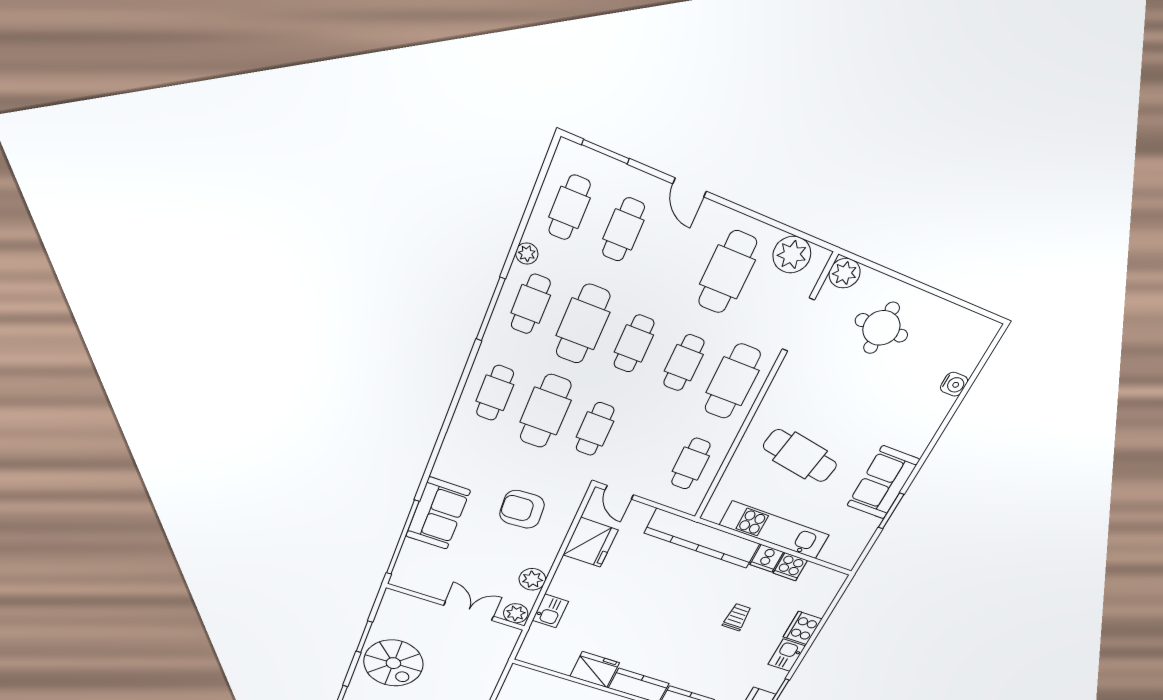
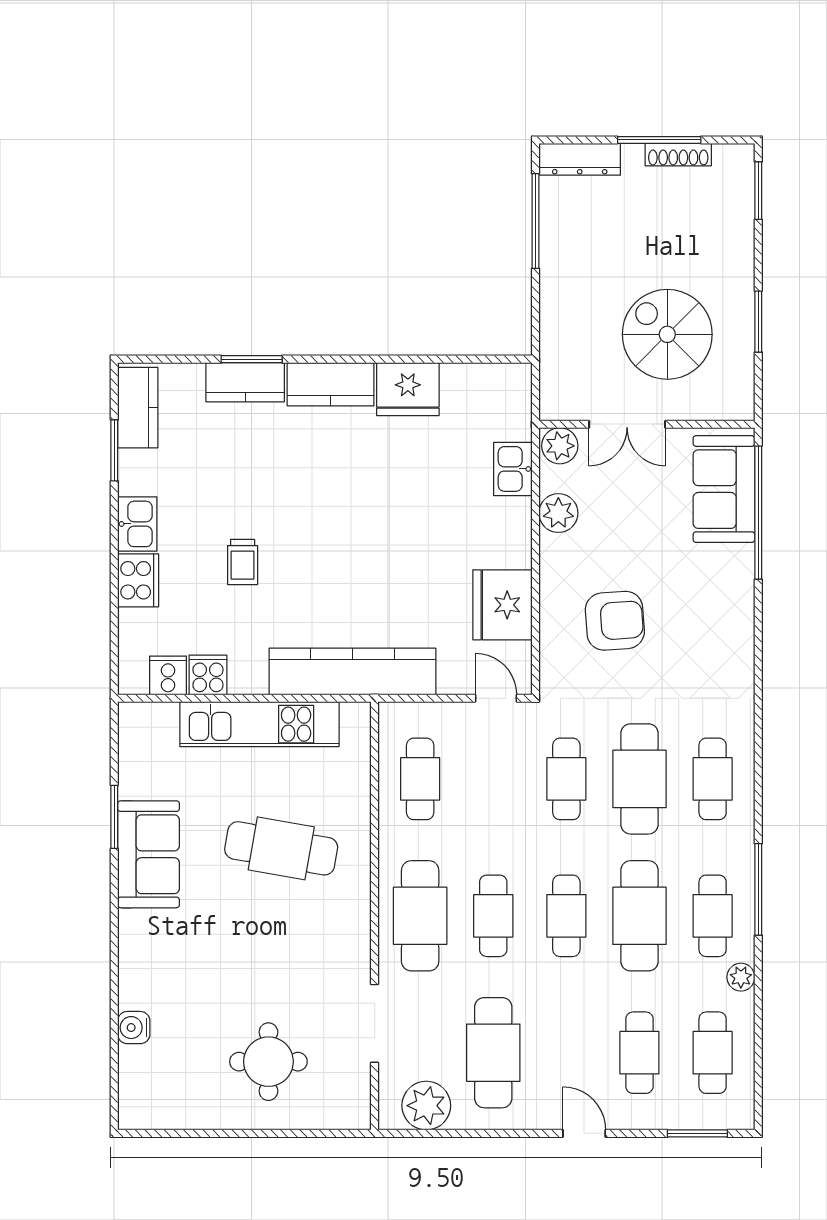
plant: (845, 273) -> (351, 1110), removed
sofa: (438, 513) -> (724, 489), moved
cooker: (767, 558) -> (168, 675), moved
spiral stairs: (393, 663) -> (667, 334), moved

